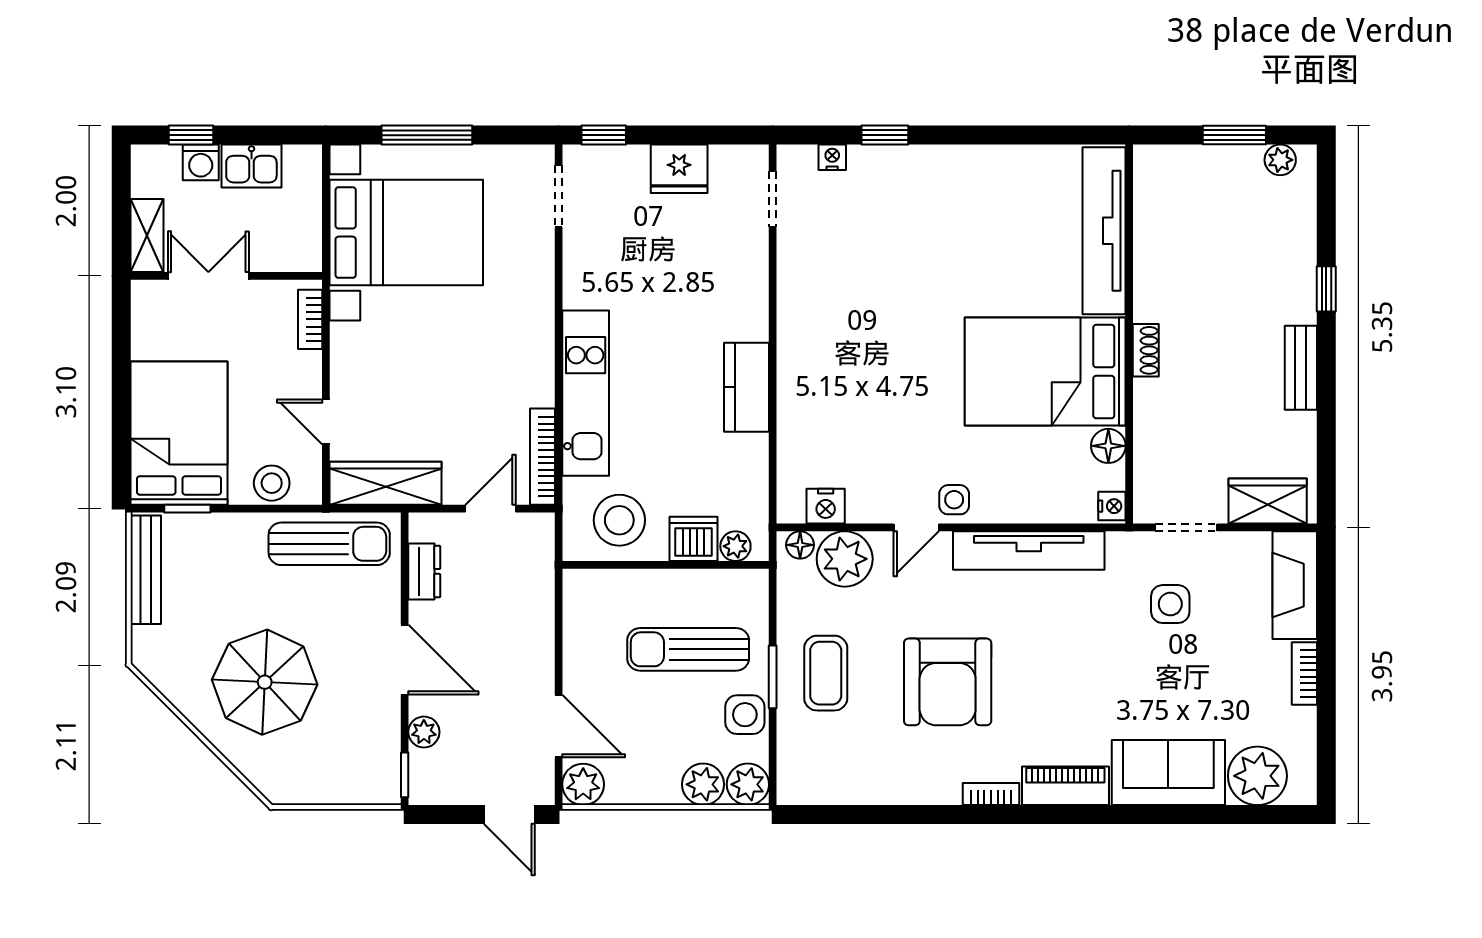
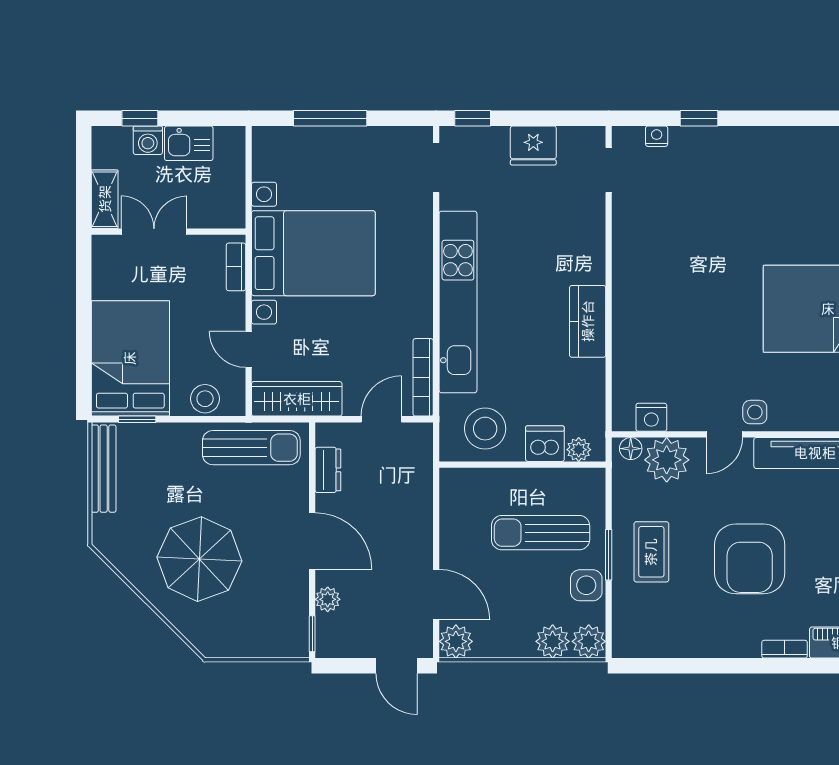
bed with nightstands: (406, 233) -> (313, 253), moved
kitchen unit: (586, 393) -> (458, 302), width x1.36

